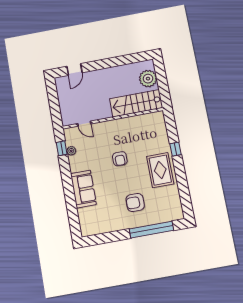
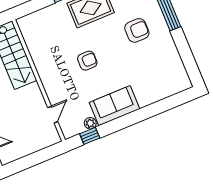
sofa: (83, 189) -> (115, 106), moved
armchair: (135, 203) -> (137, 30), turned -90

